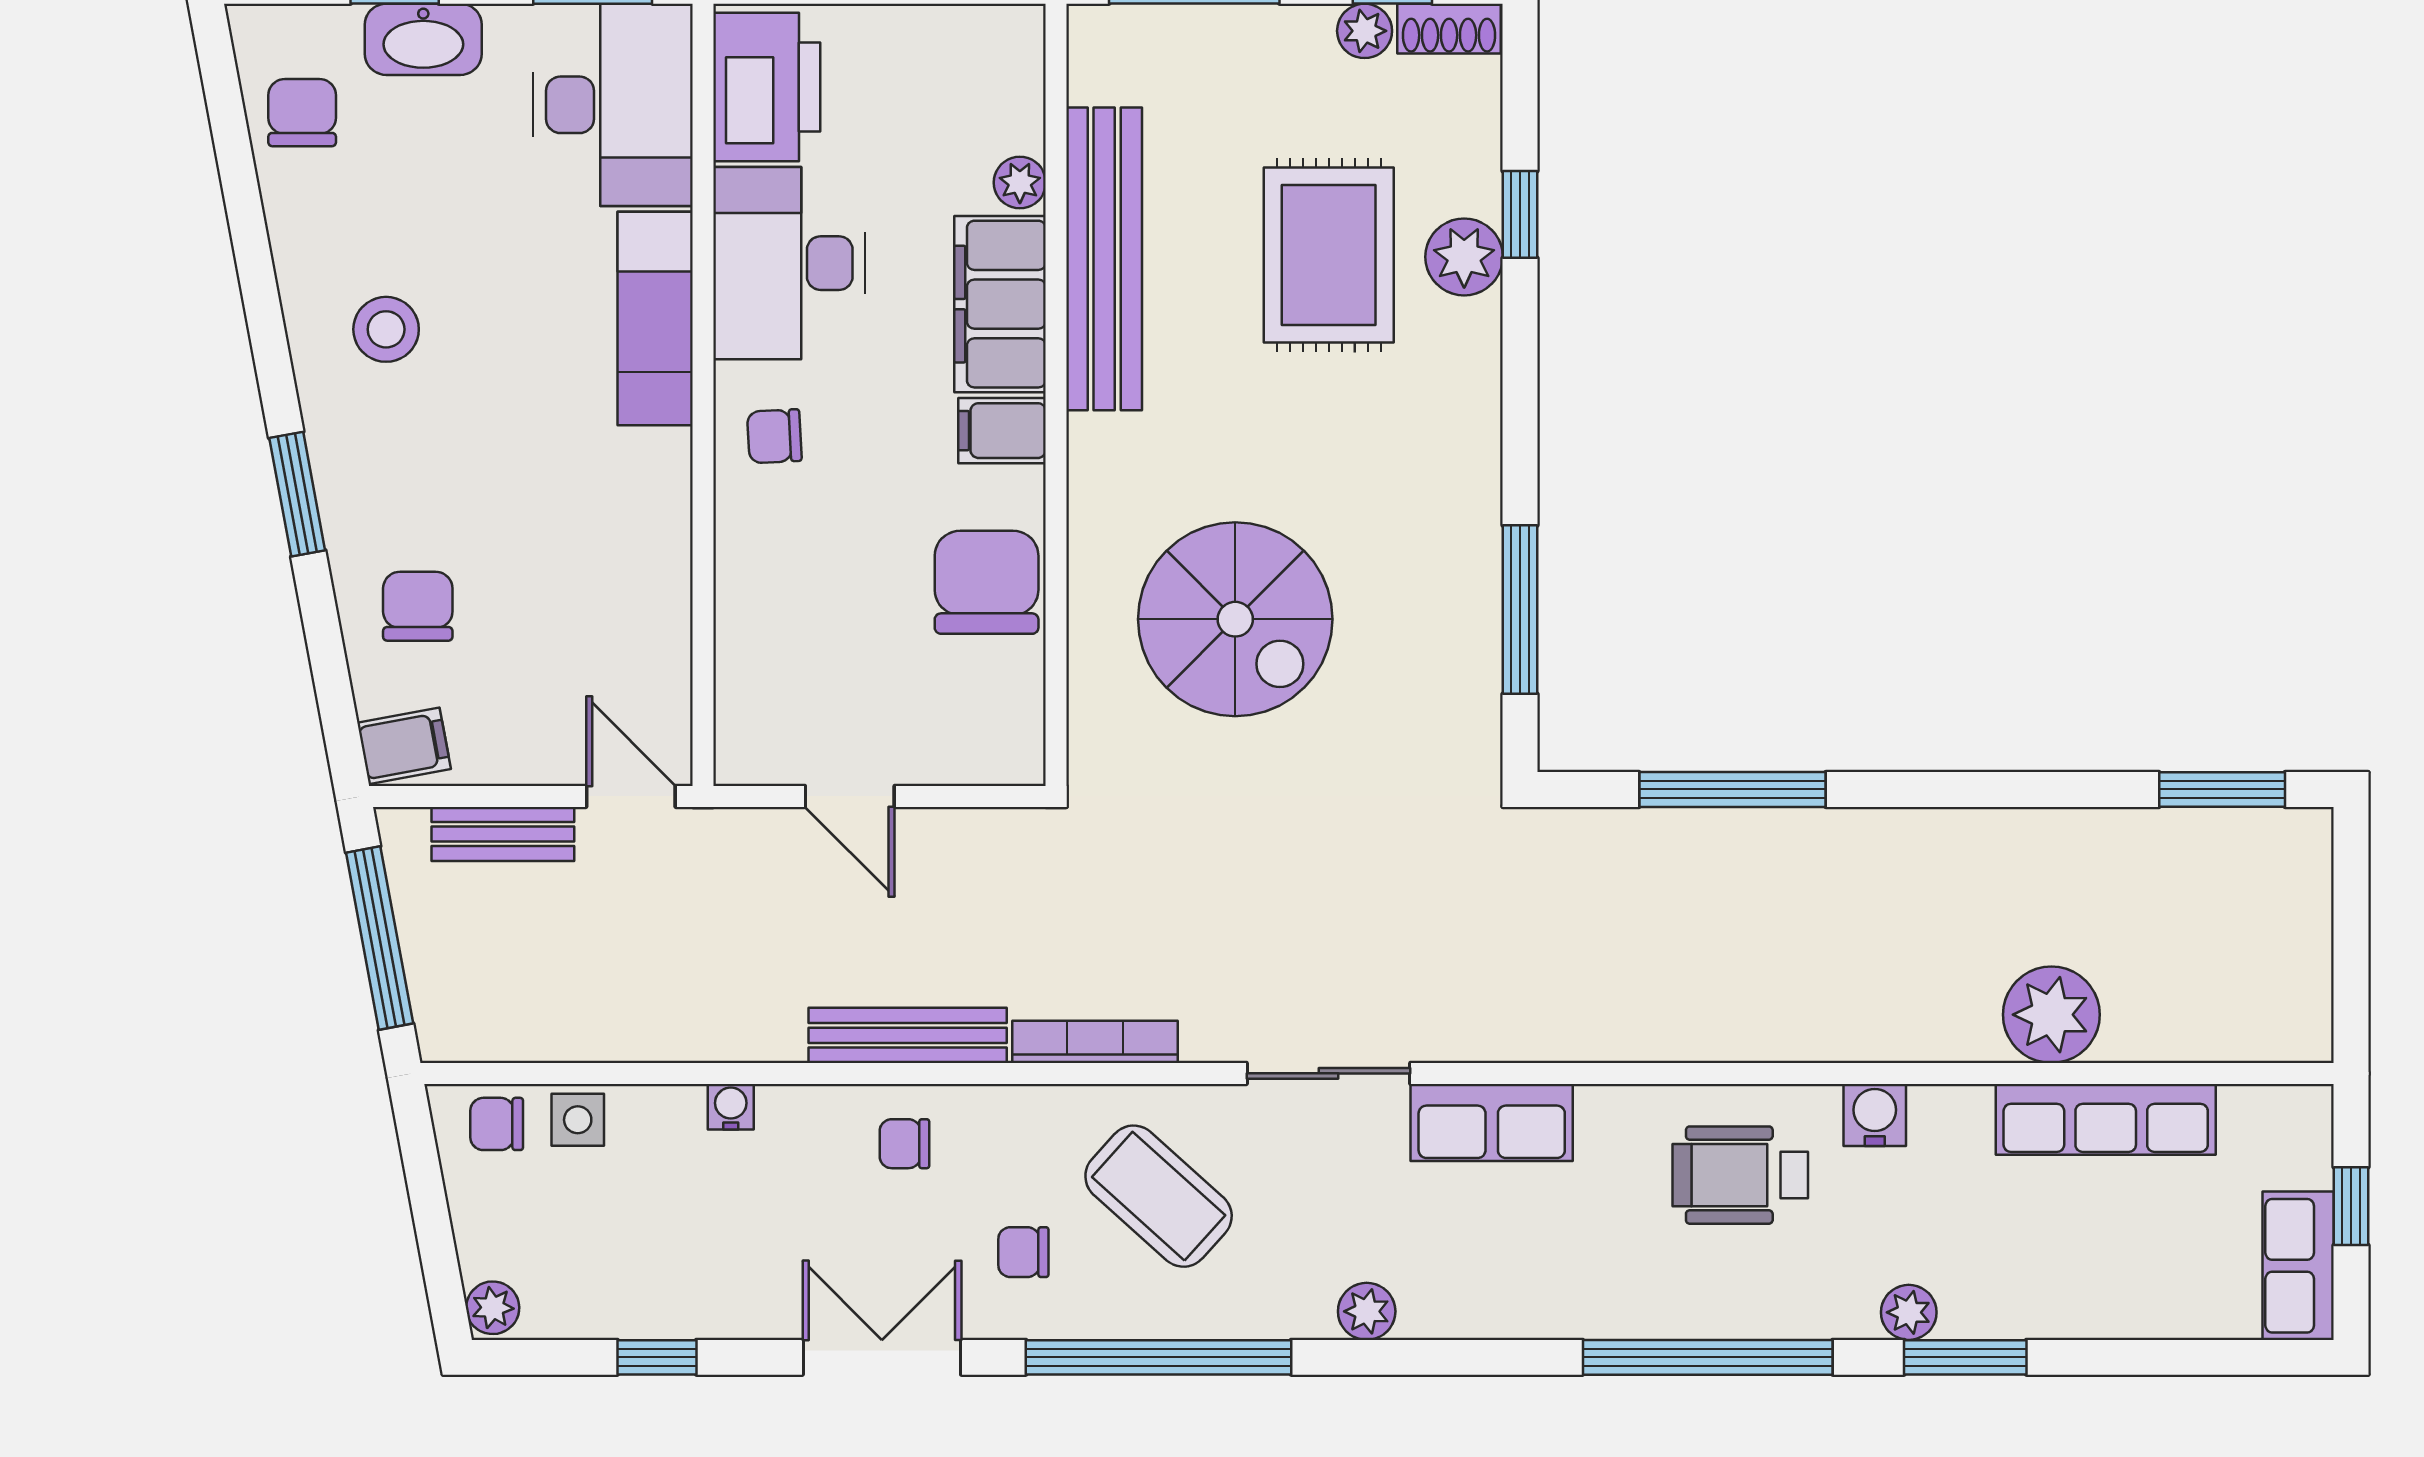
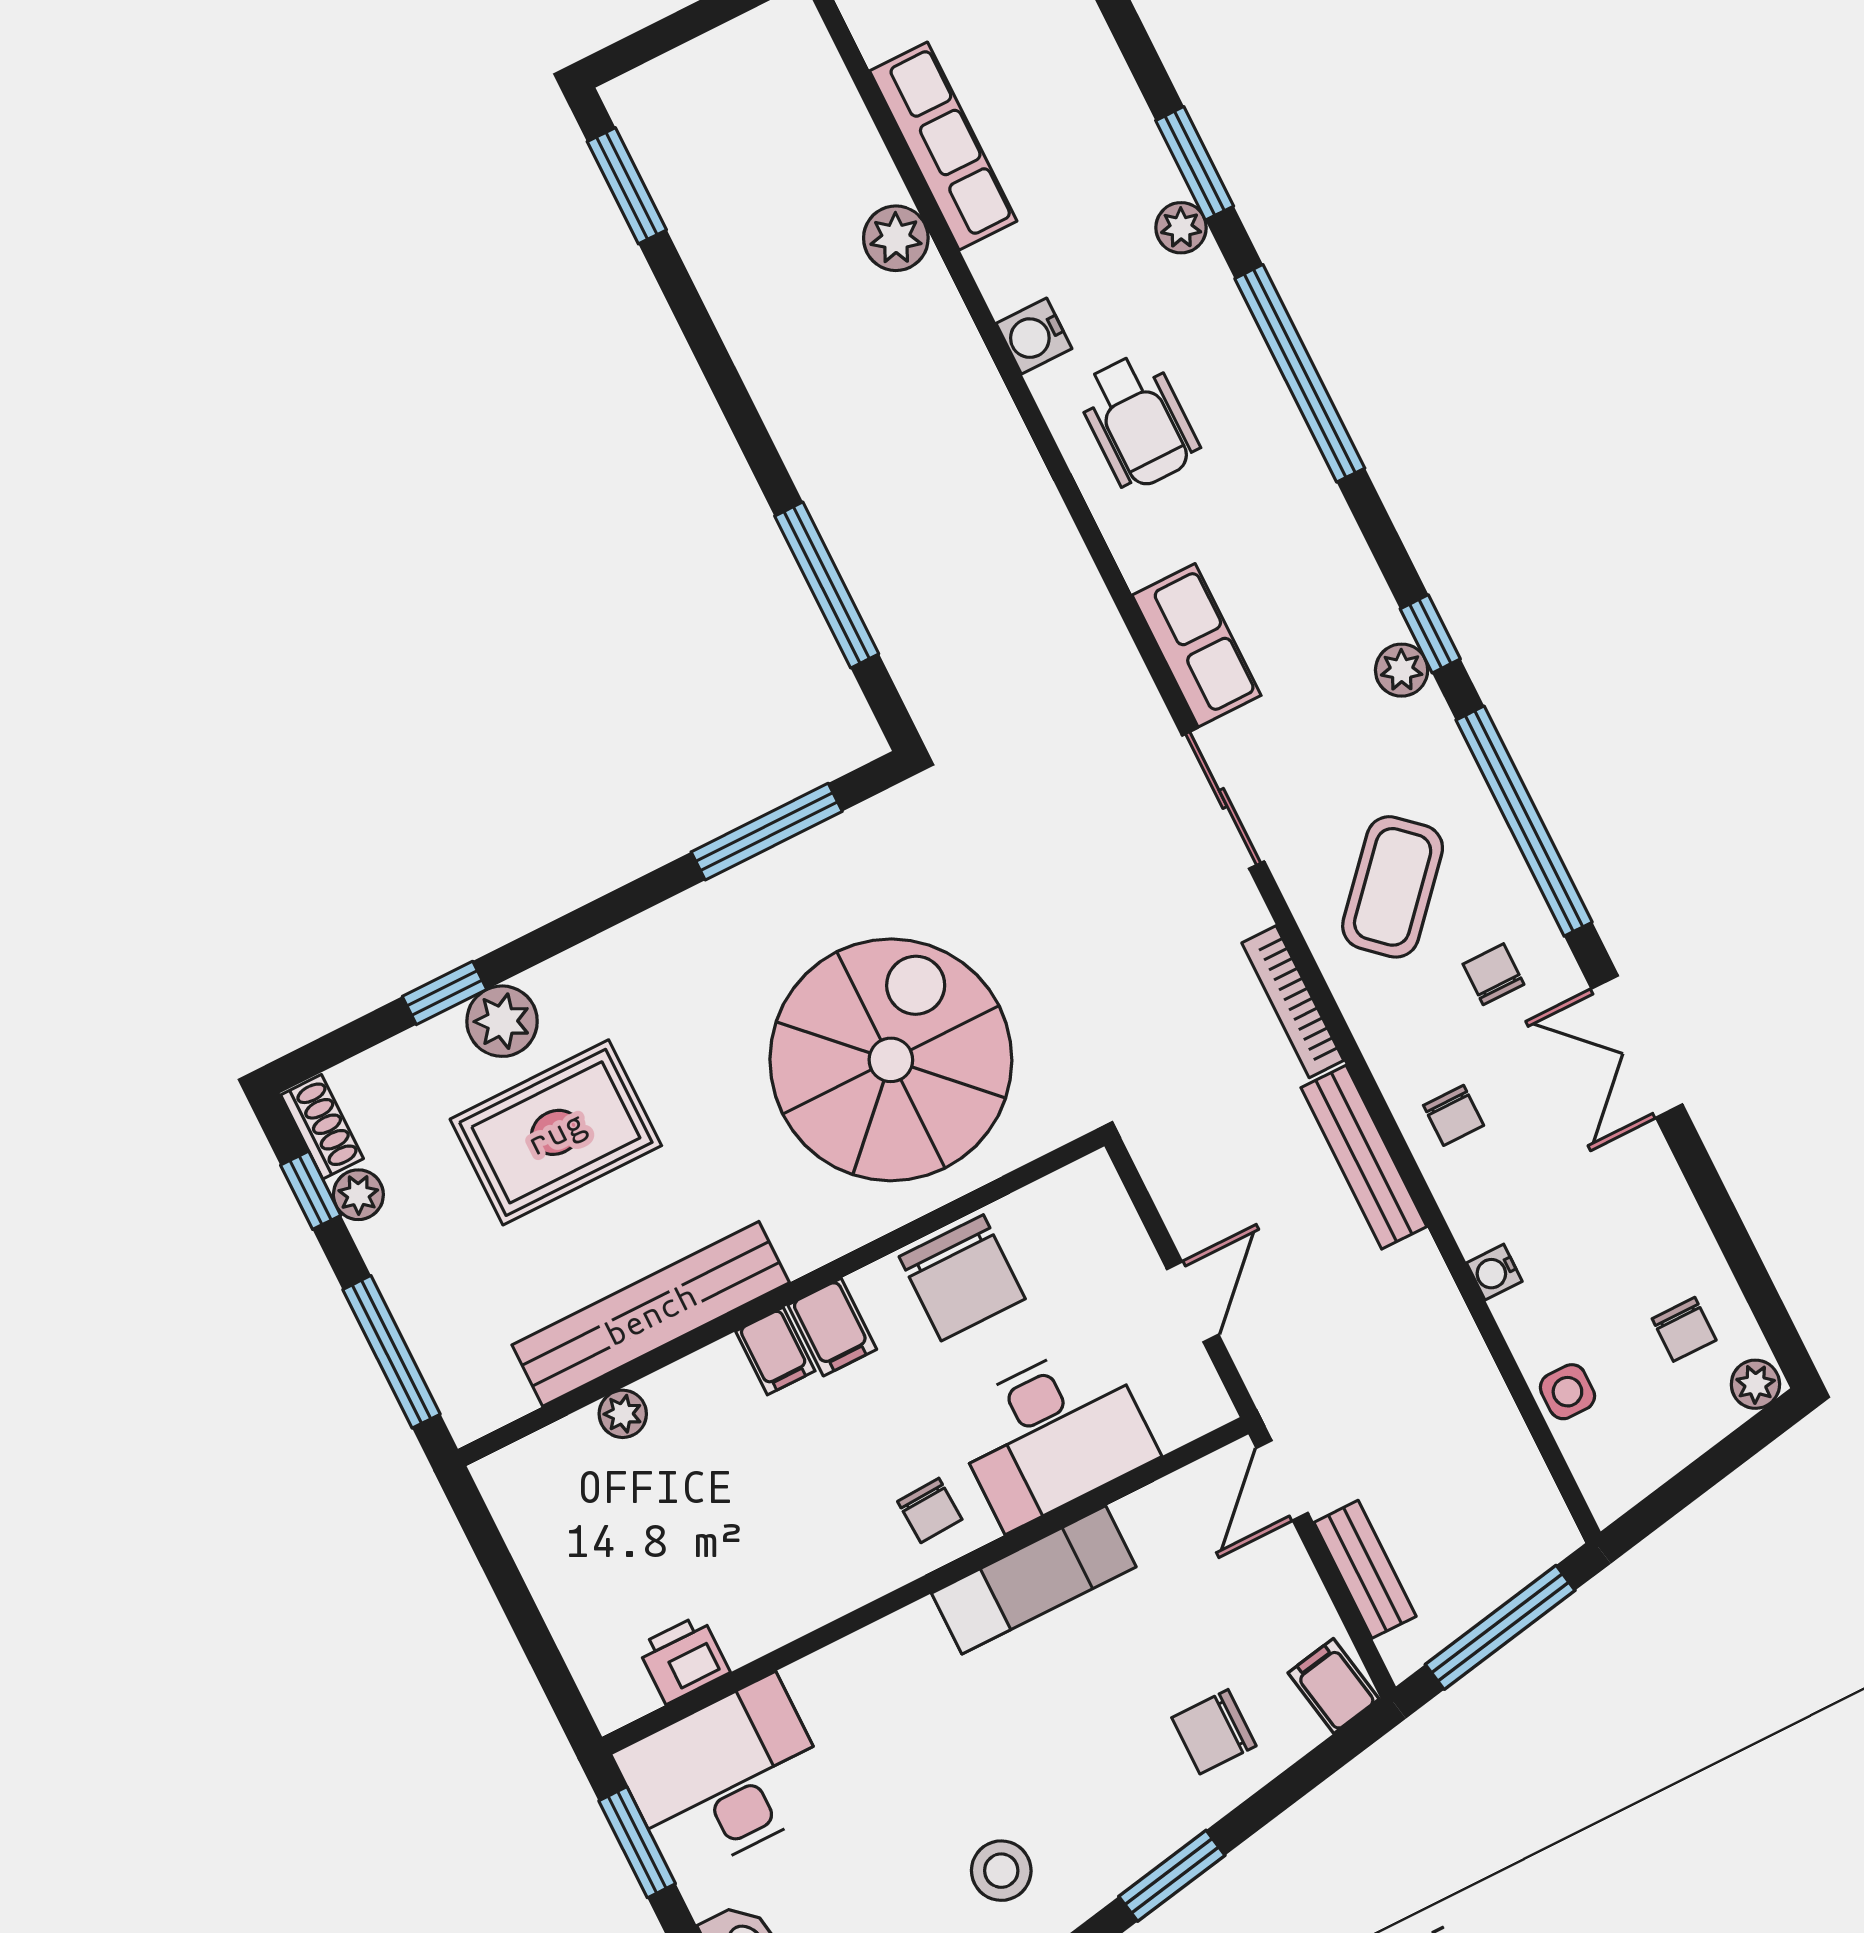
printer: (767, 87) -> (683, 1659), width x0.53, depth x0.68
desk: (789, 263) -> (1053, 1434), moved
filing cabinet: (1000, 304) -> (775, 1351), width x0.33, depth x0.86
exam couch: (655, 319) -> (1034, 1580), moved
chair: (987, 582) -> (962, 1278), turned -90
spiral stairs: (1235, 619) -> (891, 1060), width x1.37, depth x1.37
plant: (2051, 1015) -> (896, 238), width x0.73, depth x0.73
chair: (497, 1124) -> (1684, 1329), moved
chair: (1023, 1252) -> (1493, 974), turned 180
window: (657, 1357) -> (1430, 634), moved

